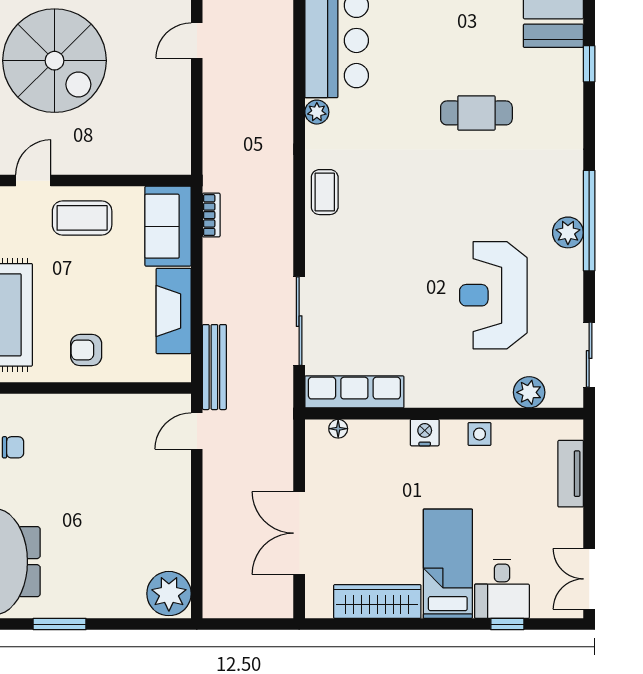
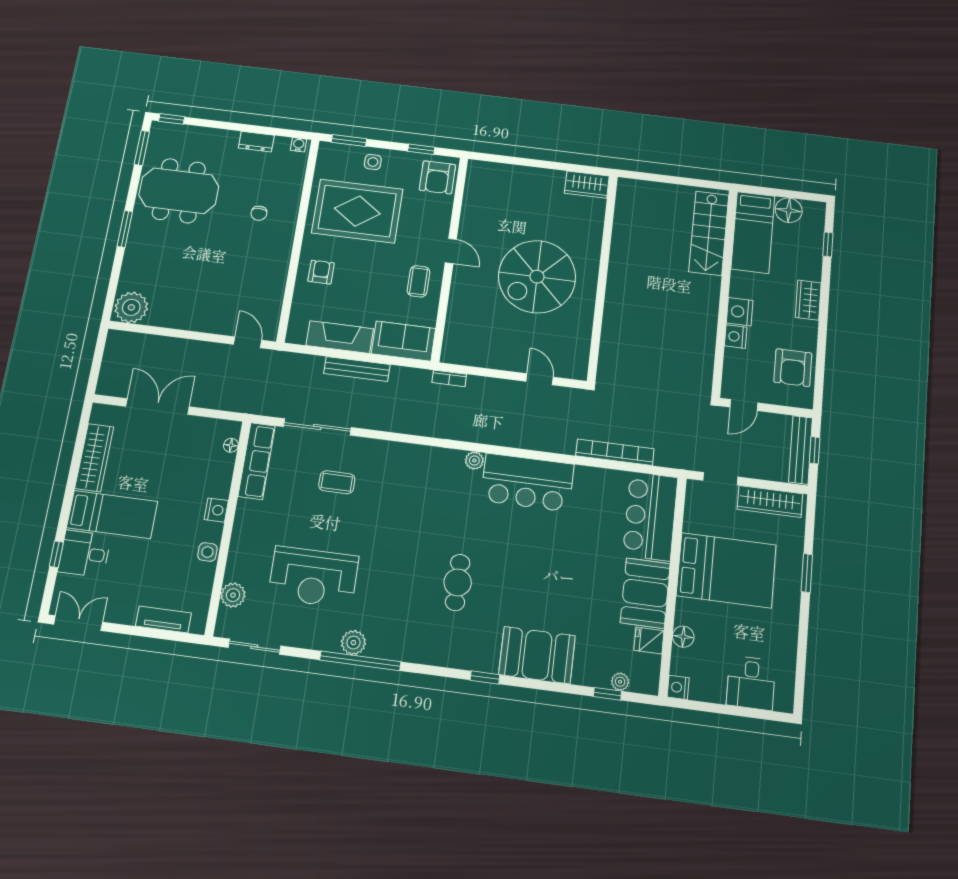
coffee table: (325, 192) -> (337, 482), moved
bookcase: (211, 215) -> (449, 378), moved
coffee table: (82, 218) -> (418, 281), width x0.73, depth x0.77
reception desk: (493, 295) -> (313, 577), turned 180
bench: (214, 367) -> (357, 369), moved

